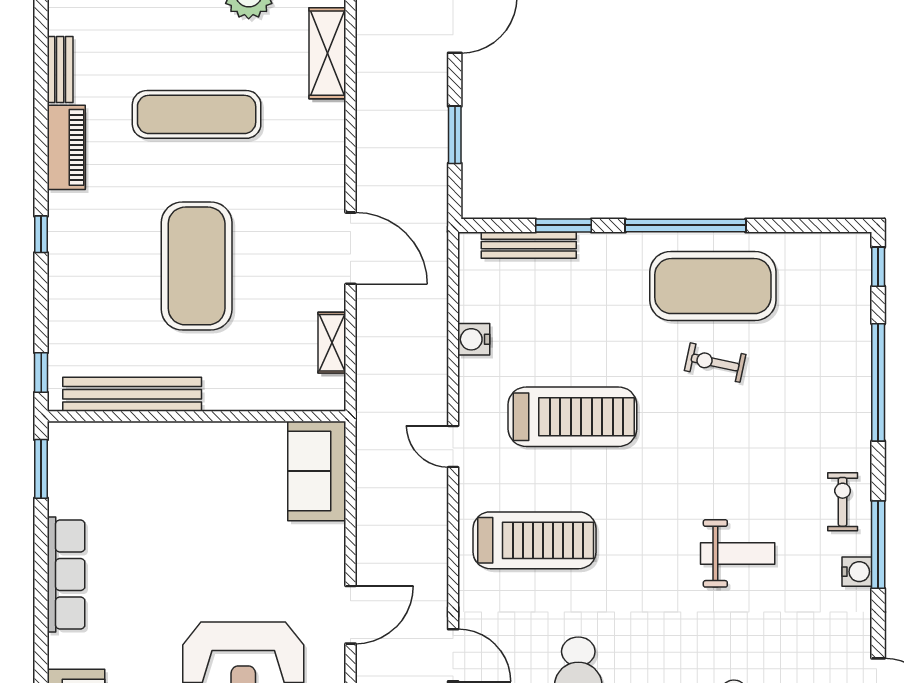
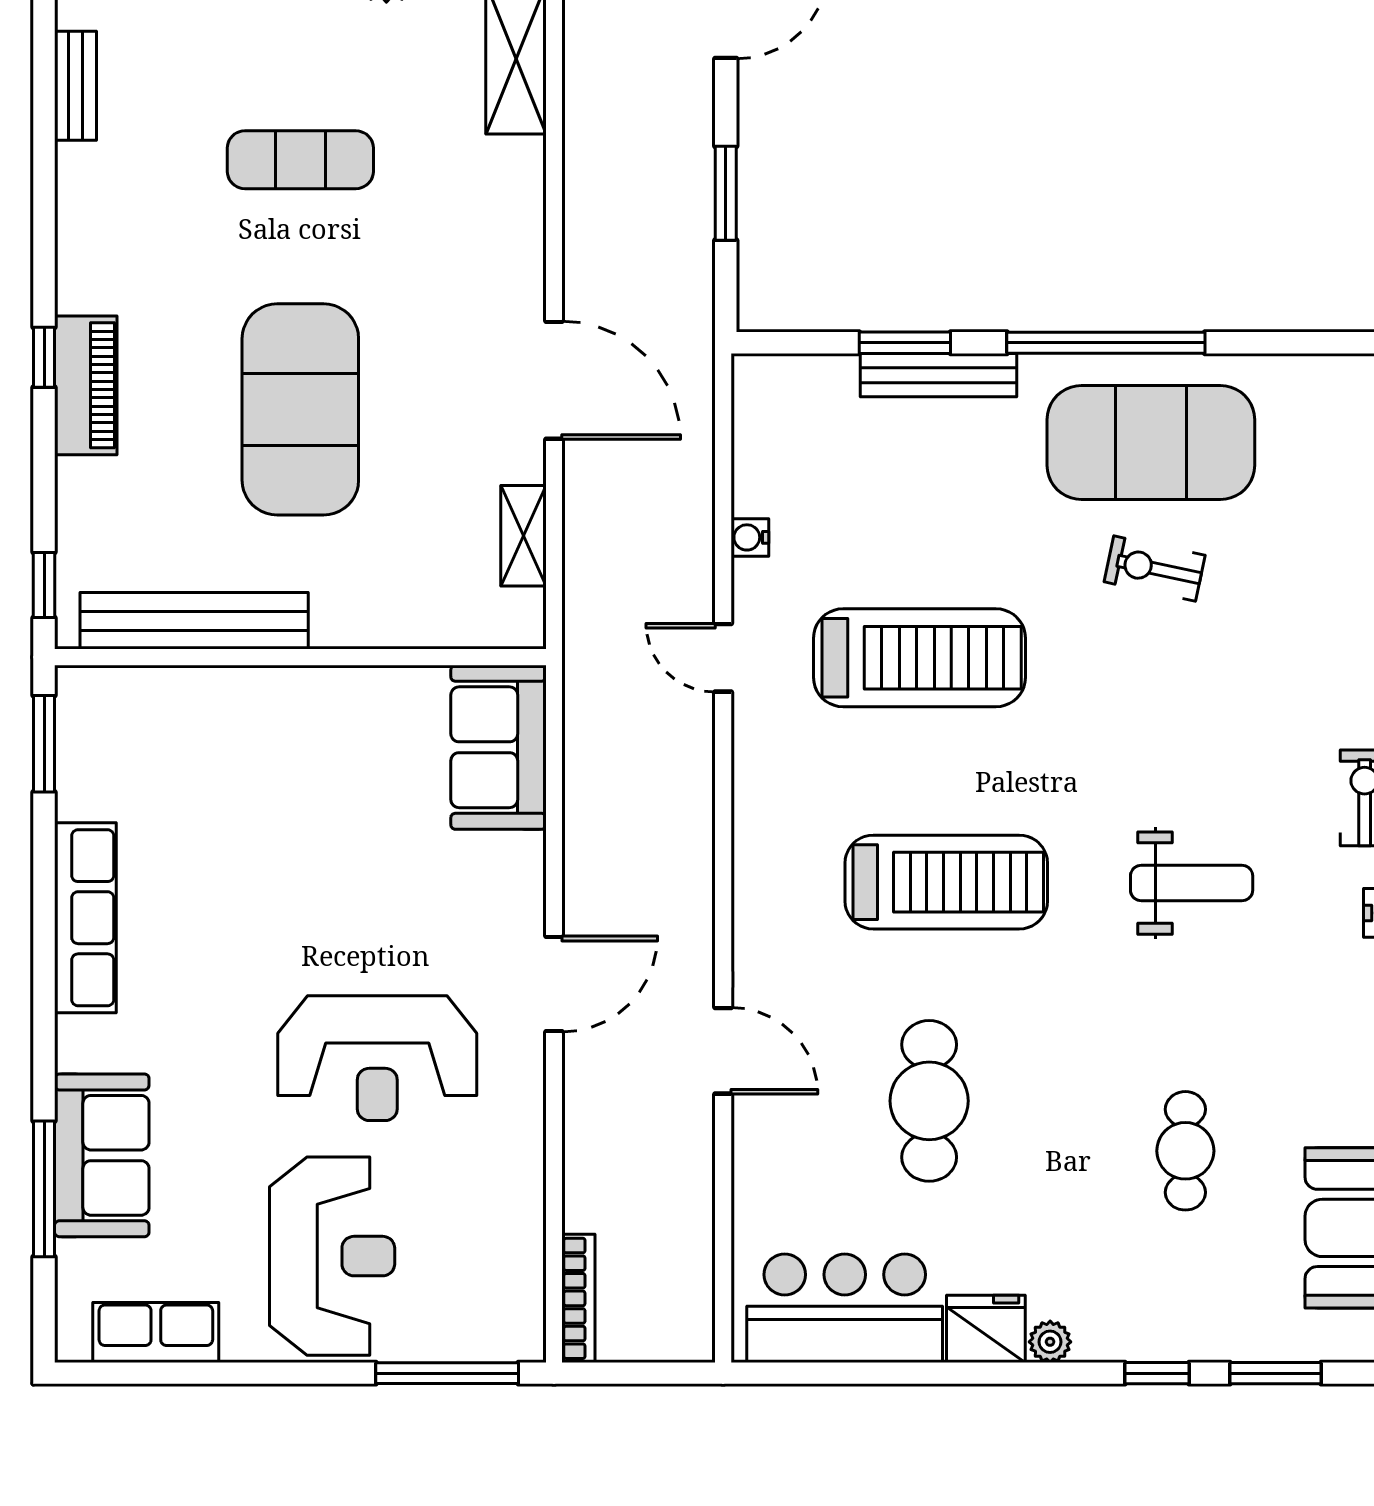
exercise mat: (197, 114) -> (300, 160), width x0.73, depth x0.69
piano: (66, 147) -> (86, 385), moved
bench: (529, 245) -> (939, 375), moved
water cooler: (474, 339) -> (750, 537), width x0.72, depth x0.72
door: (453, 446) -> (723, 658), moved
treadmill: (534, 540) -> (946, 882), moved

